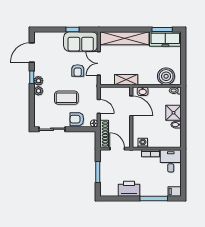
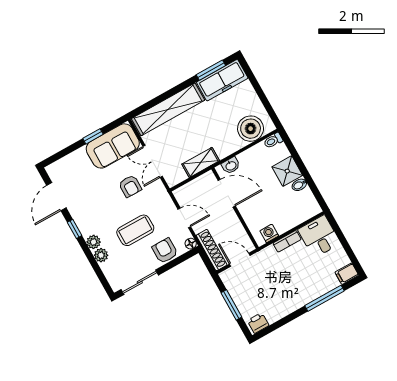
plant: (38, 81) -> (101, 255), moved
armchair: (77, 119) -> (165, 251), turned 90
printer: (129, 189) -> (258, 323), moved, width x0.53, depth x0.68

